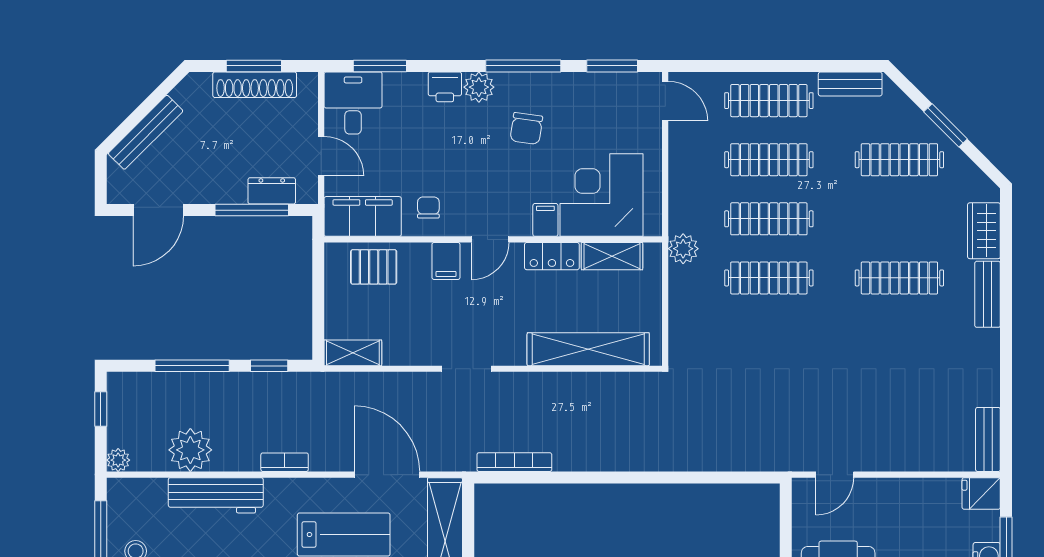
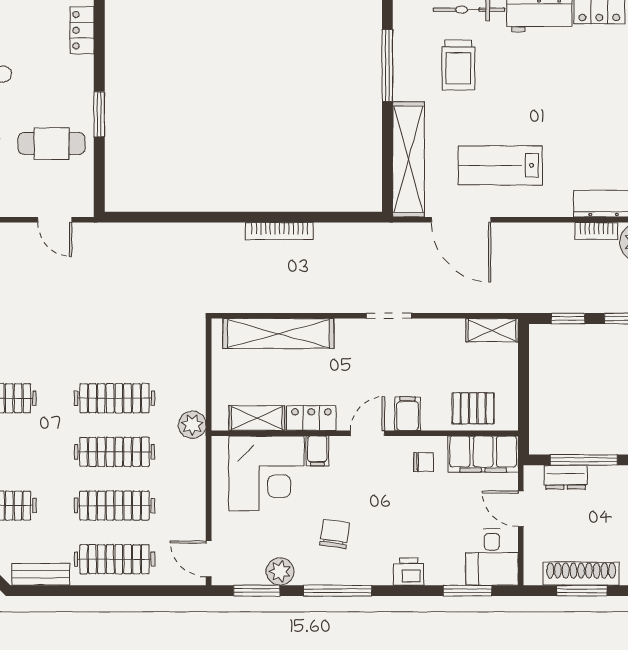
plant: (479, 87) -> (280, 571), moved
chair: (428, 208) -> (423, 462), turned -90
bookcase: (285, 462) -> (596, 231), moved
bookcase: (514, 462) -> (279, 231), moved
door: (835, 475) -> (55, 220), swing flipped

